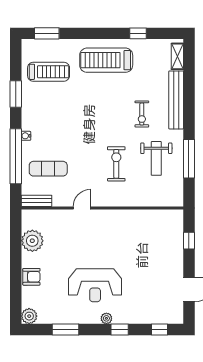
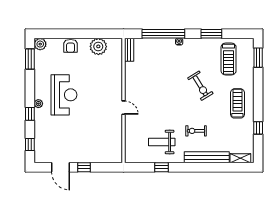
treadmill: (106, 60) -> (237, 103), width x0.73, depth x0.73
window: (189, 159) -> (161, 167), width x0.46
exercise bike: (116, 164) -> (200, 86), moved, turned 58
exercise mat: (48, 169) -> (154, 59), removed
door: (82, 208) -> (124, 108), moved
window: (189, 241) -> (84, 167), moved
reception desk: (95, 285) -> (64, 95), turned 180
window: (66, 330) -> (30, 59), moved

